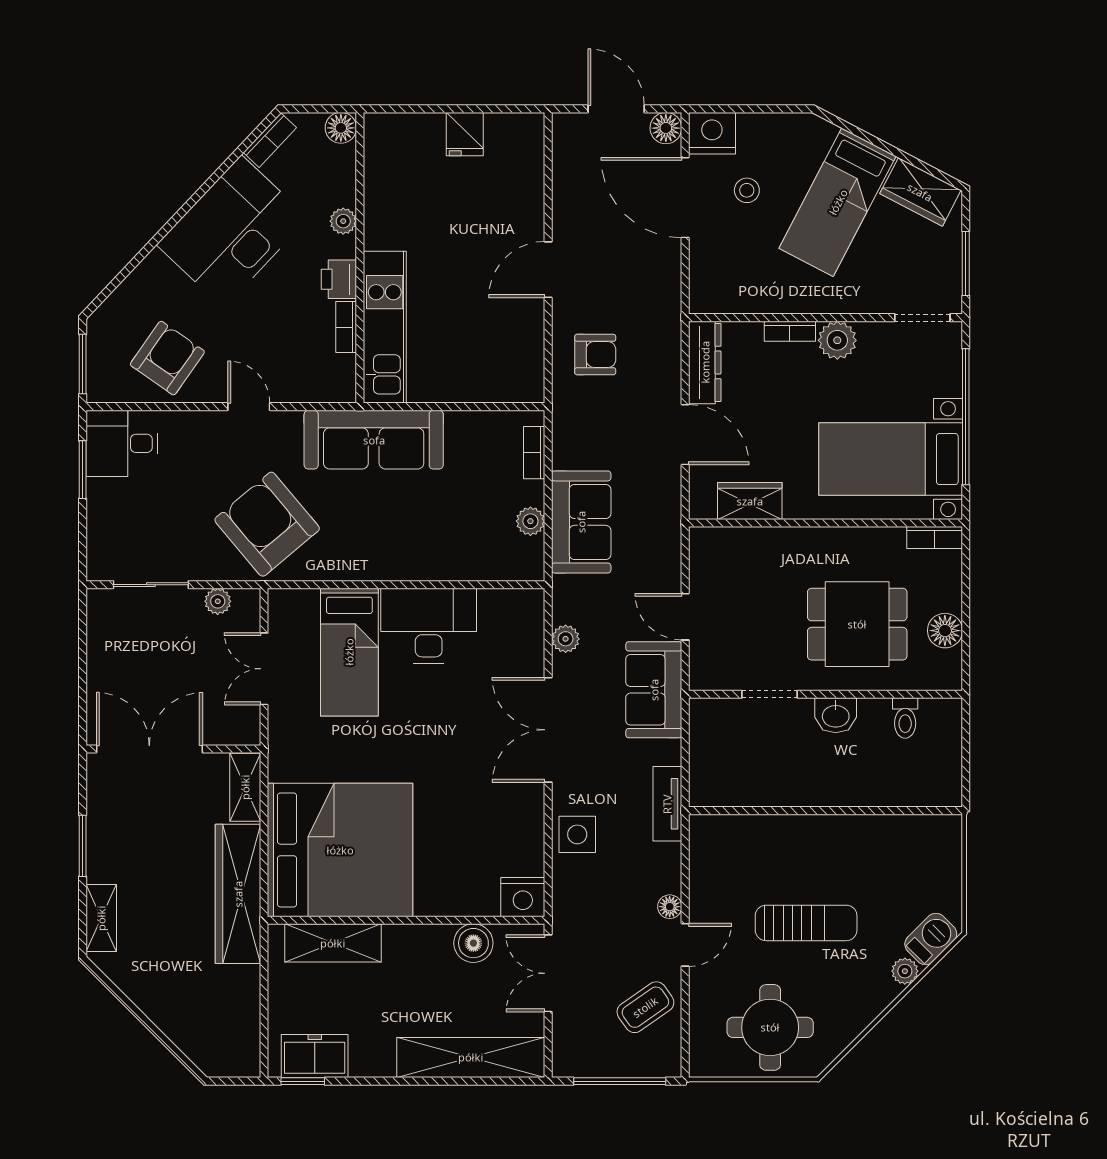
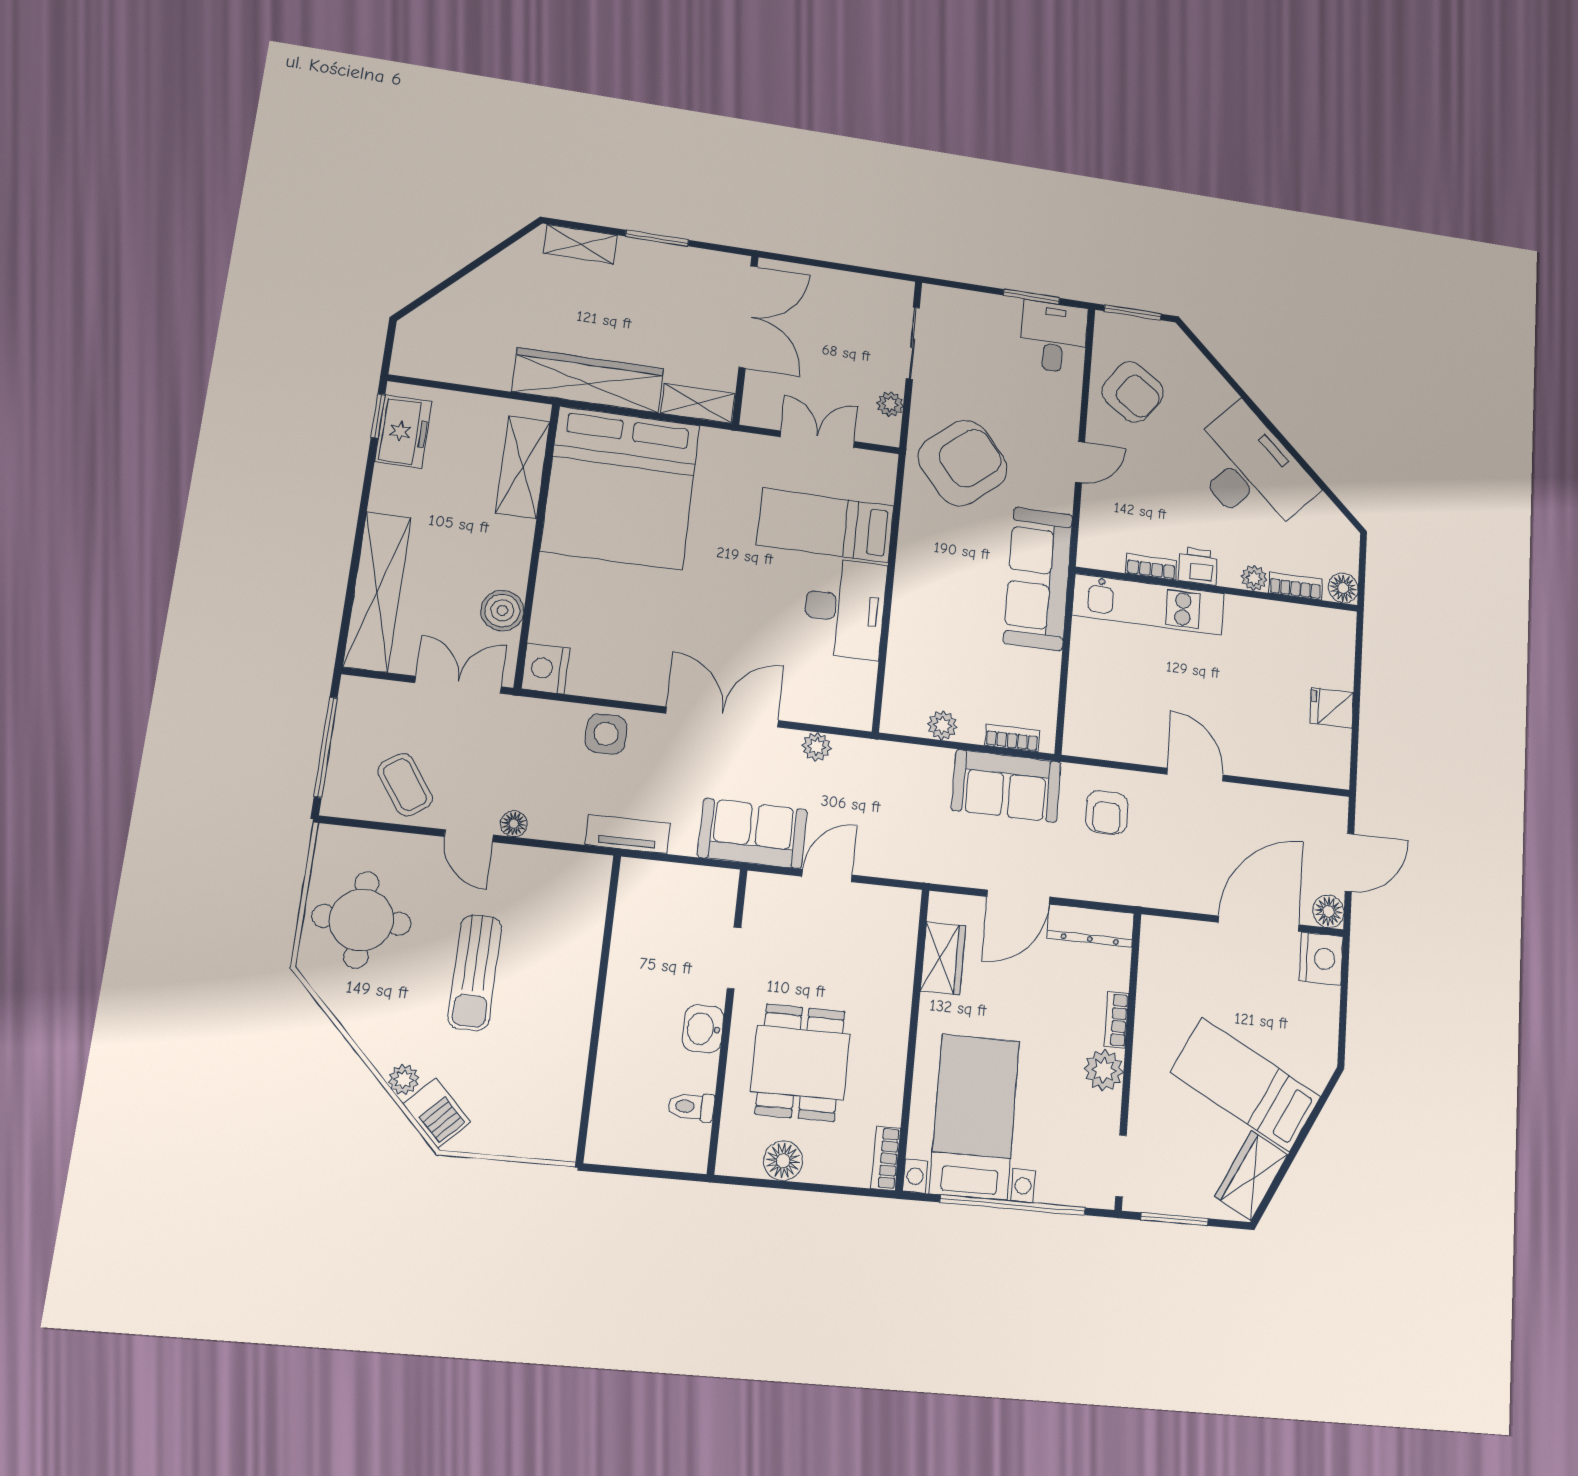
bookcase: (270, 140) -> (1296, 586), moved, turned 137
stool: (747, 190) -> (1263, 989), removed
sofa: (581, 522) -> (1006, 786), moved

